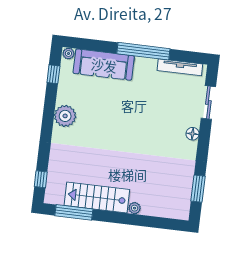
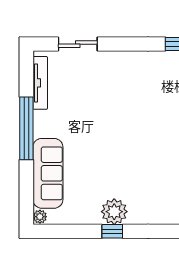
window: (53, 74) -> (112, 231), moved
floor lamp: (193, 134) -> (117, 58), removed

